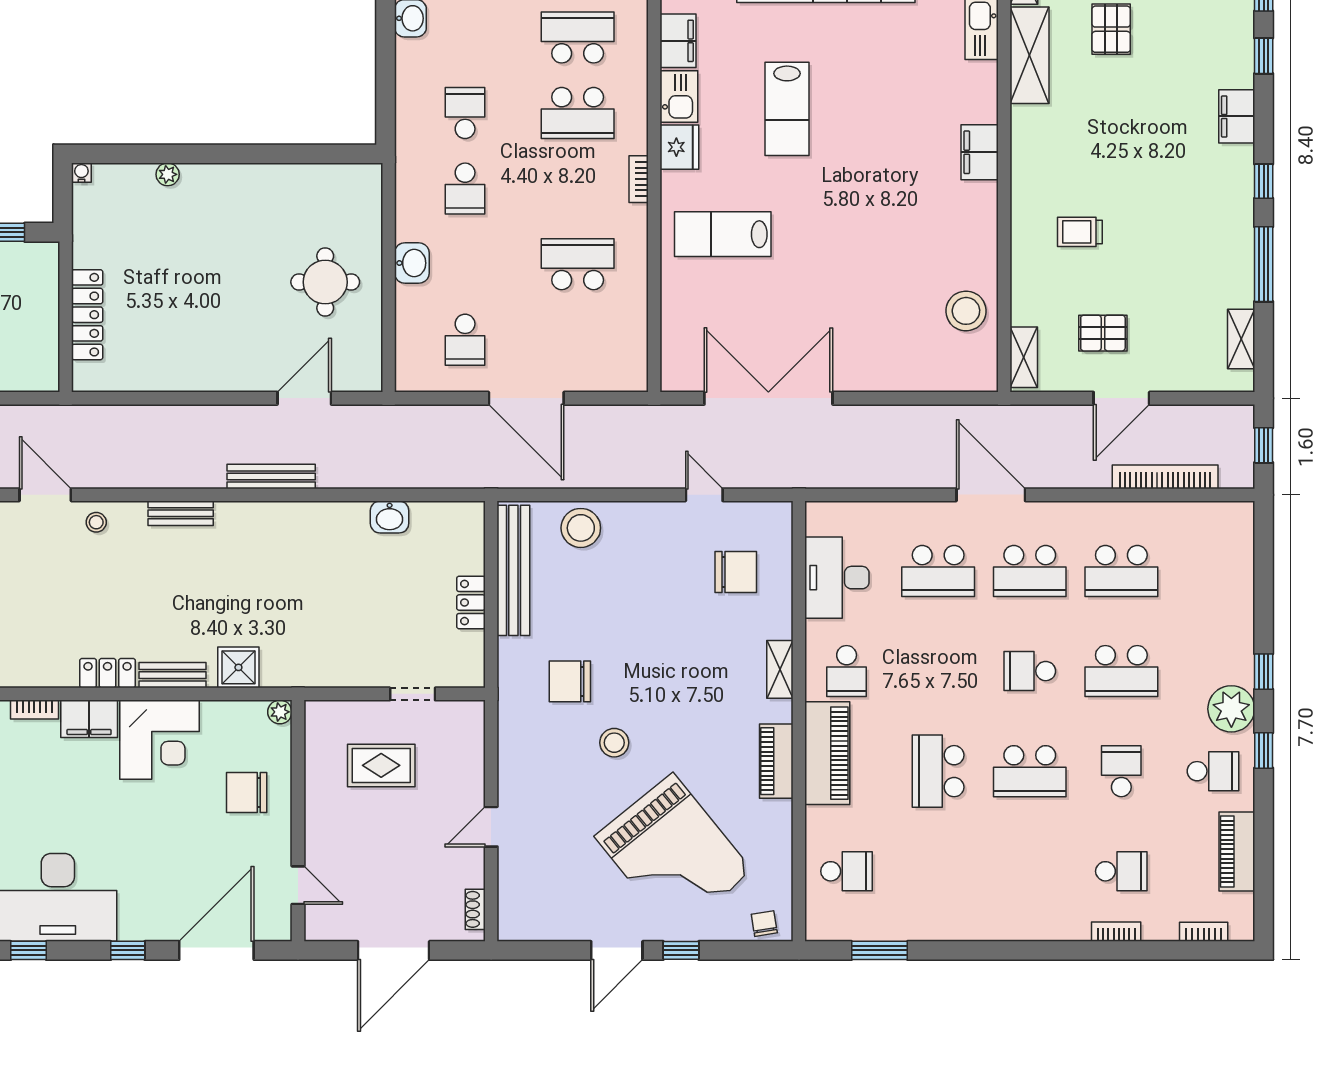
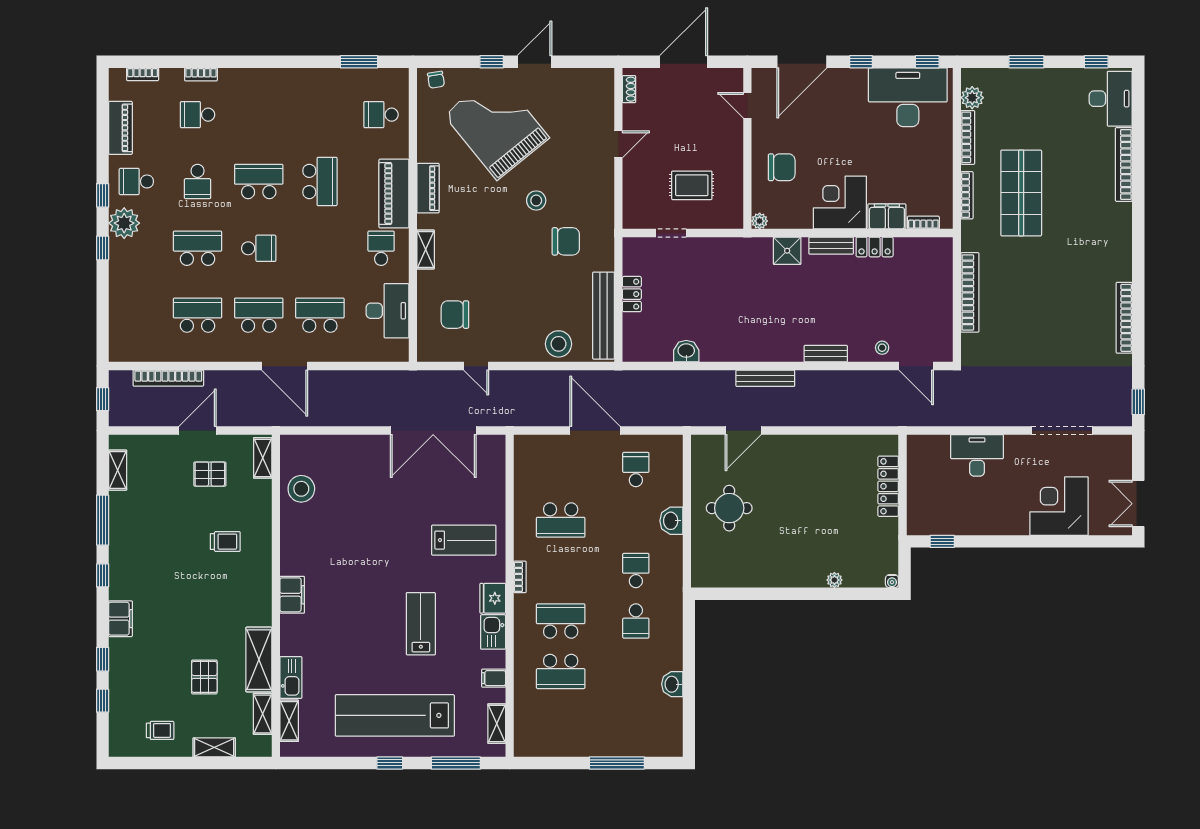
filing cabinet: (678, 41) -> (494, 678), width x0.50

